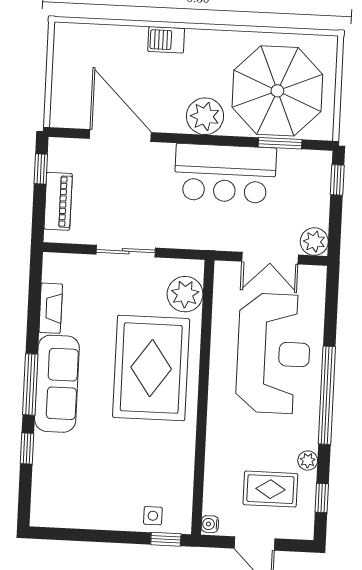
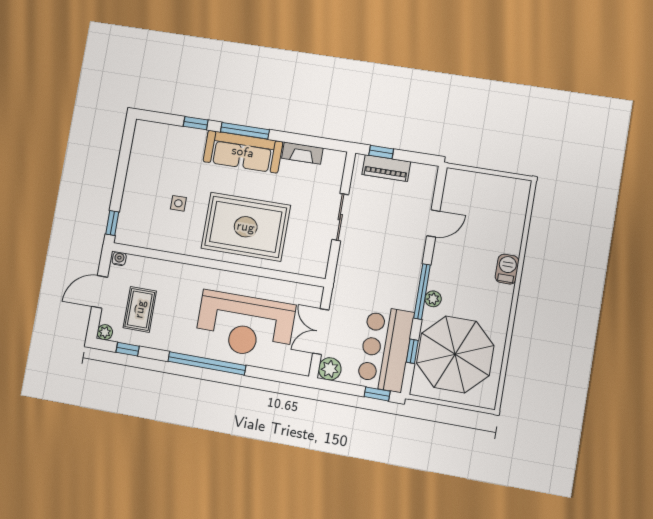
plant: (205, 116) -> (433, 299), width x0.53, depth x0.53
door: (120, 135) -> (433, 223), width x0.53
window: (206, 140) -> (422, 292), added
window: (280, 143) -> (412, 351), width x0.67
window: (41, 169) -> (381, 152), moved
bar counter: (225, 173) -> (385, 349), moved
plant: (185, 294) -> (300, 260), removed
plant: (308, 461) -> (105, 332), moved
side table: (153, 516) -> (178, 203), moved

